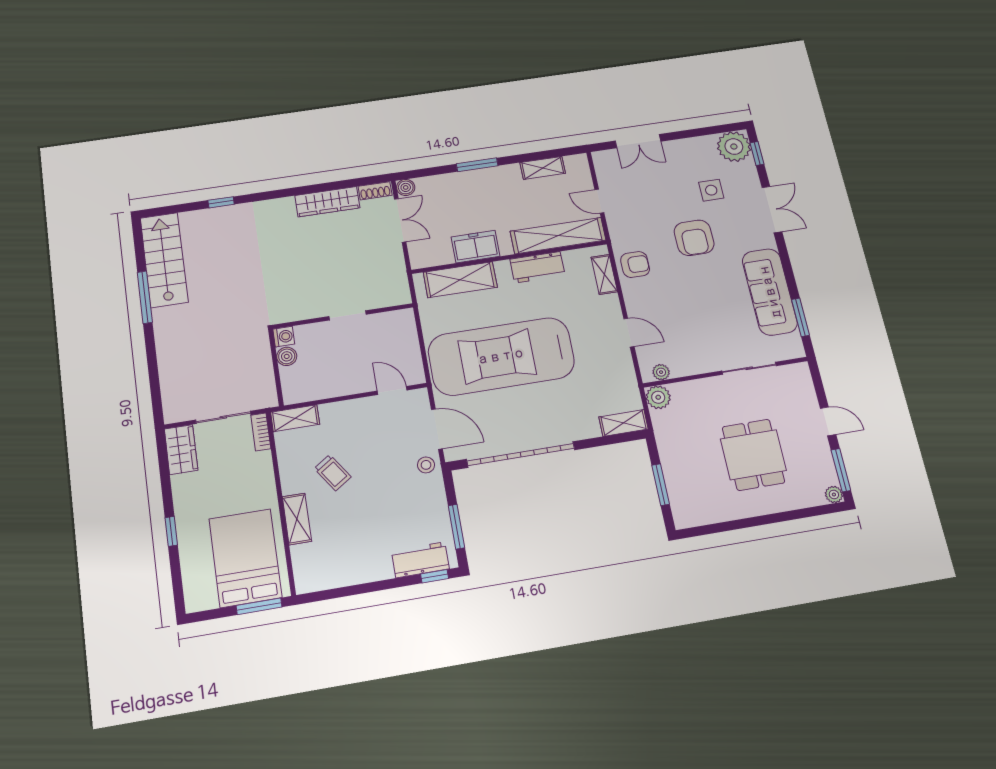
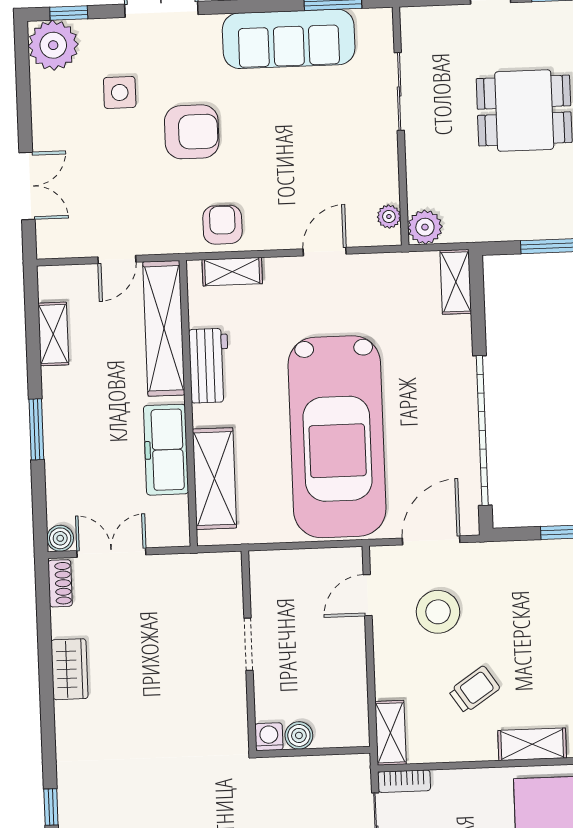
wardrobe: (327, 202) -> (69, 669), width x0.67
freezer: (476, 247) -> (166, 450), width x1.40
stool: (426, 465) -> (438, 612), moved, width x1.89, depth x1.89

